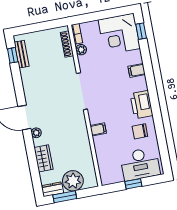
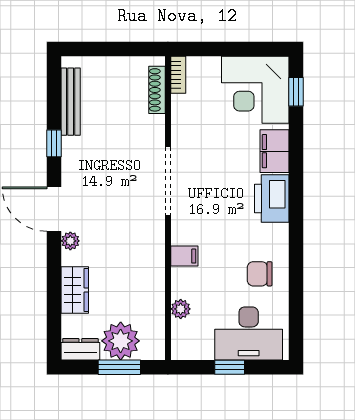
plant: (81, 50) -> (181, 309), moved
bench: (22, 54) -> (71, 102), width x1.36
window: (13, 55) -> (54, 143), moved
filing cabinet: (137, 70) -> (275, 151), width x2.00
printer: (142, 105) -> (272, 199), moved
window: (65, 197) -> (119, 367), moved

